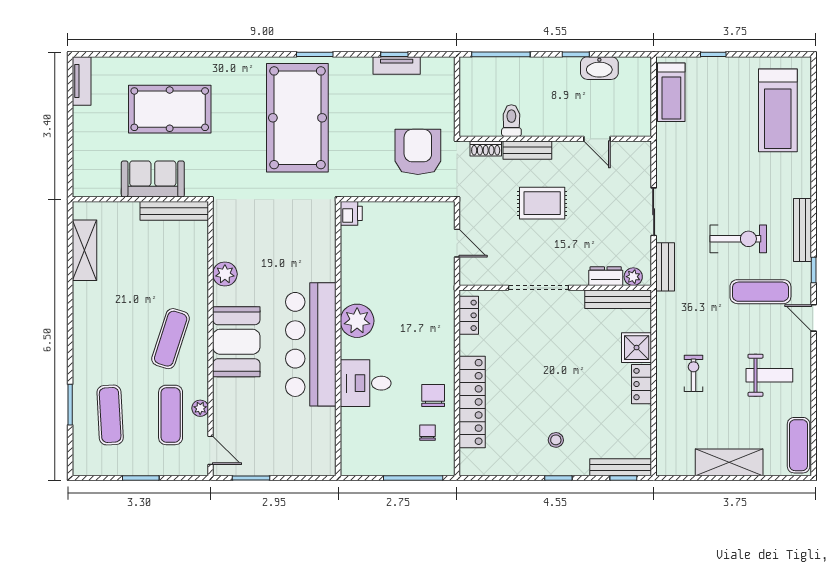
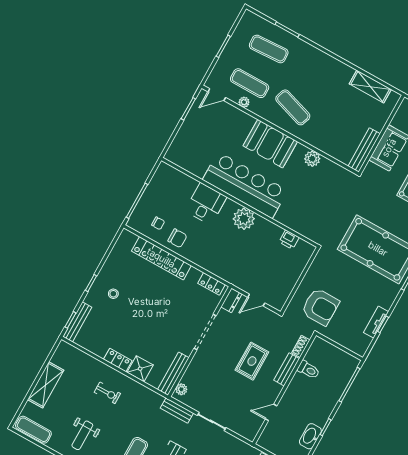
printer: (351, 213) -> (289, 240), moved
dresser: (606, 276) -> (231, 300), moved

